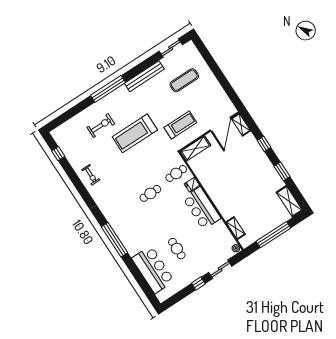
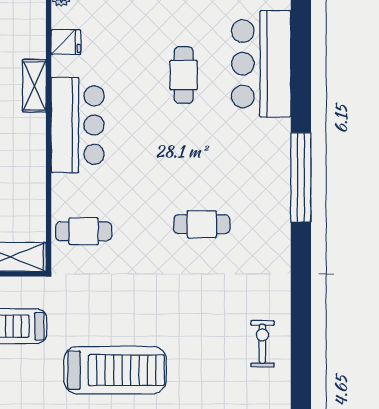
fridge: (192, 185) -> (66, 42), moved
cafe table: (150, 193) -> (202, 224), moved
shelving: (236, 228) -> (34, 86), moved

